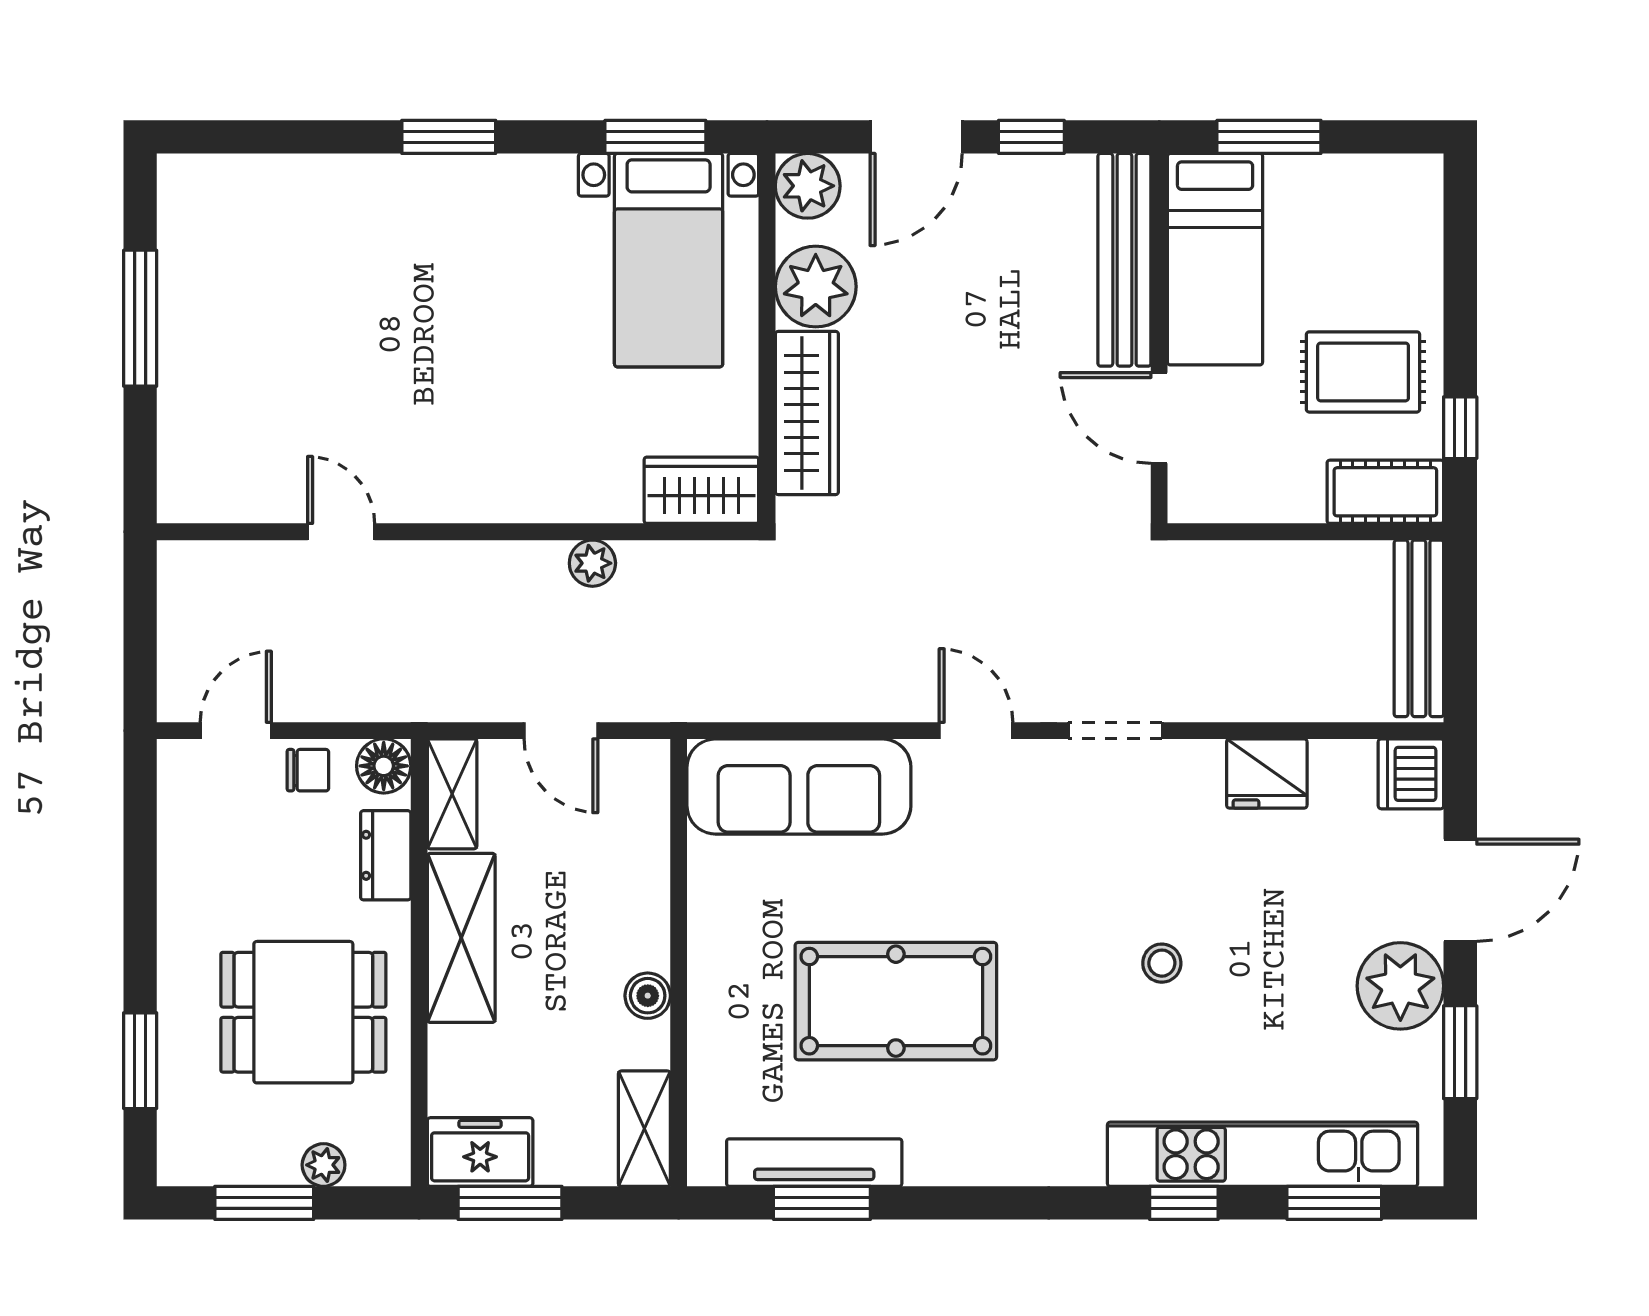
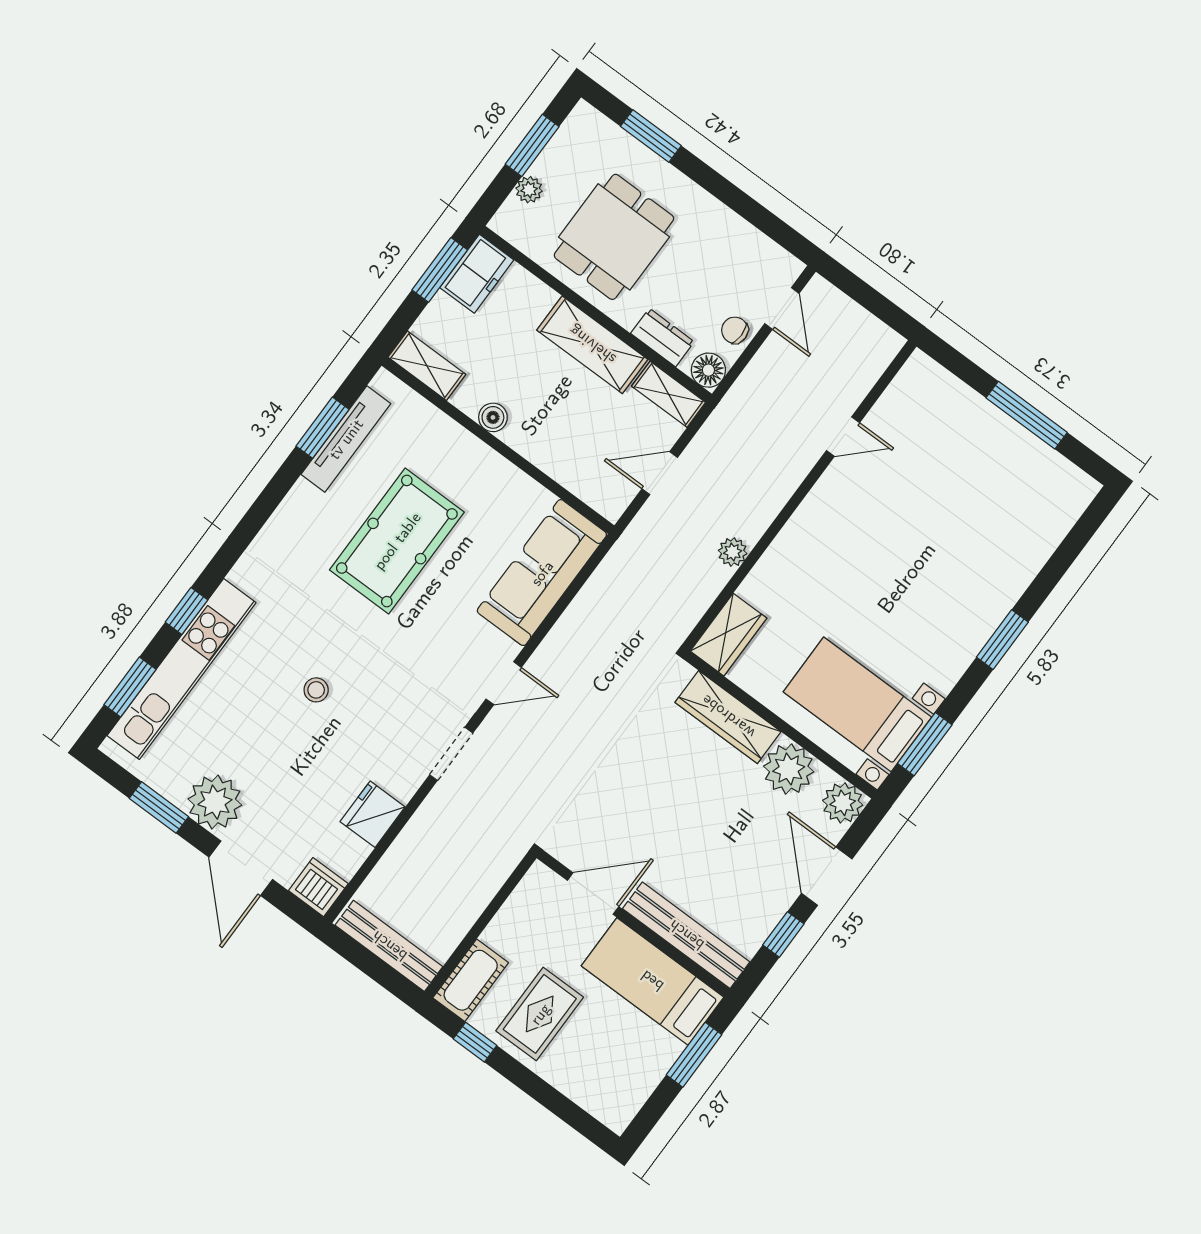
chair: (308, 770) -> (735, 330), turned 90

